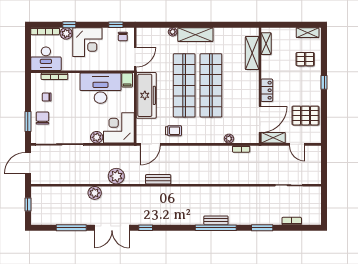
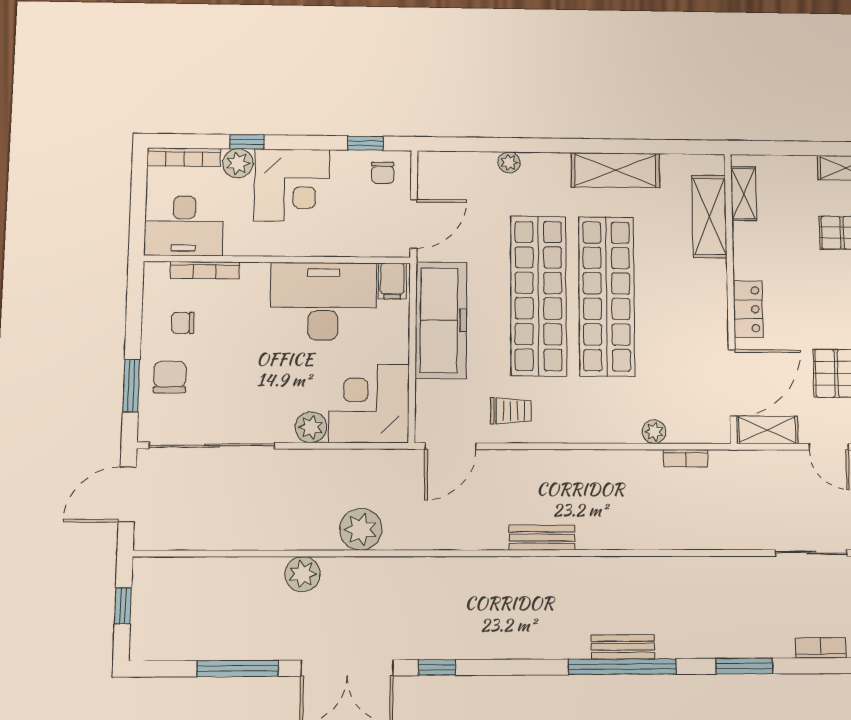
shelving: (195, 35) -> (615, 170), moved
bench: (158, 179) -> (542, 538), moved

